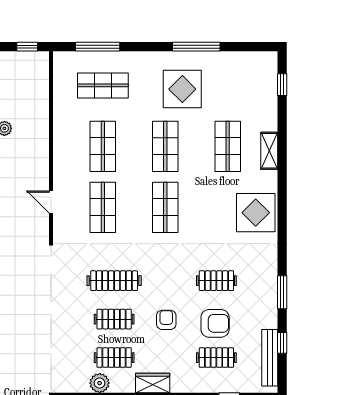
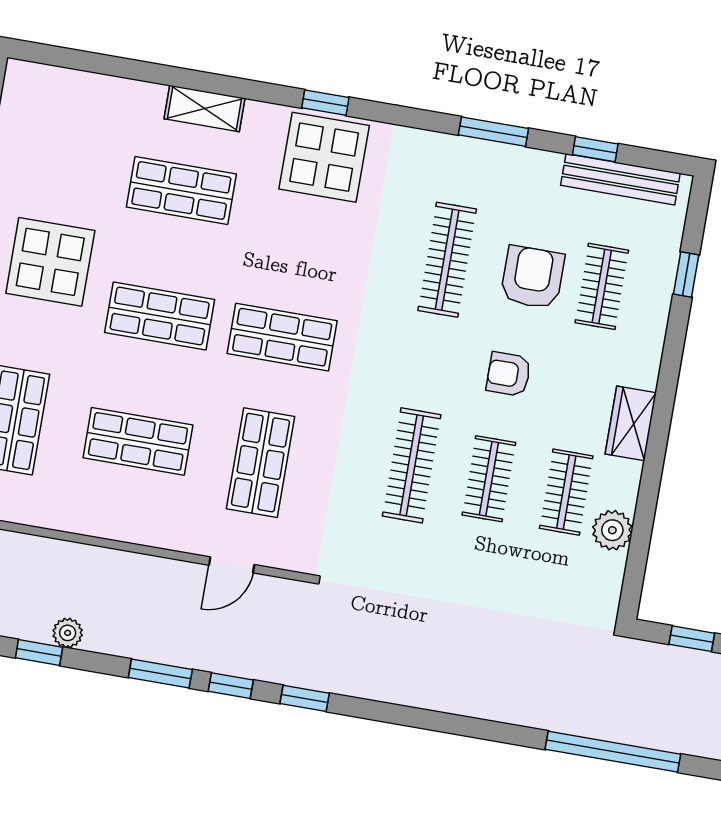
window: (282, 85) -> (325, 103), moved
shop shelf: (103, 207) -> (261, 463), turned 90
clothes rail: (216, 281) -> (447, 260), width x1.36

